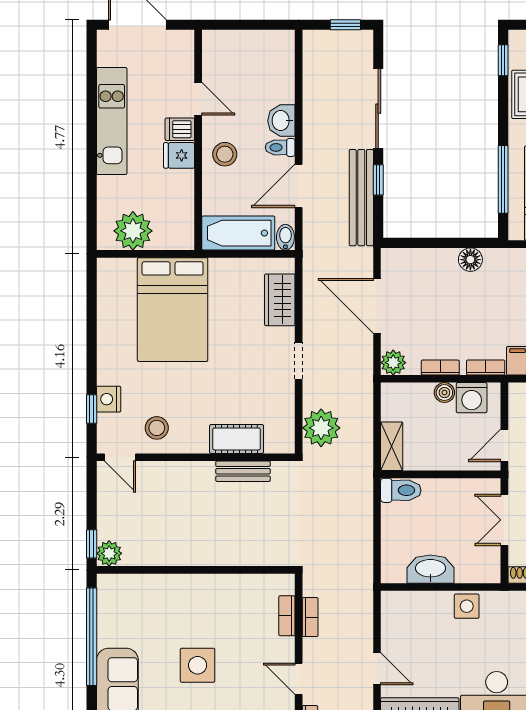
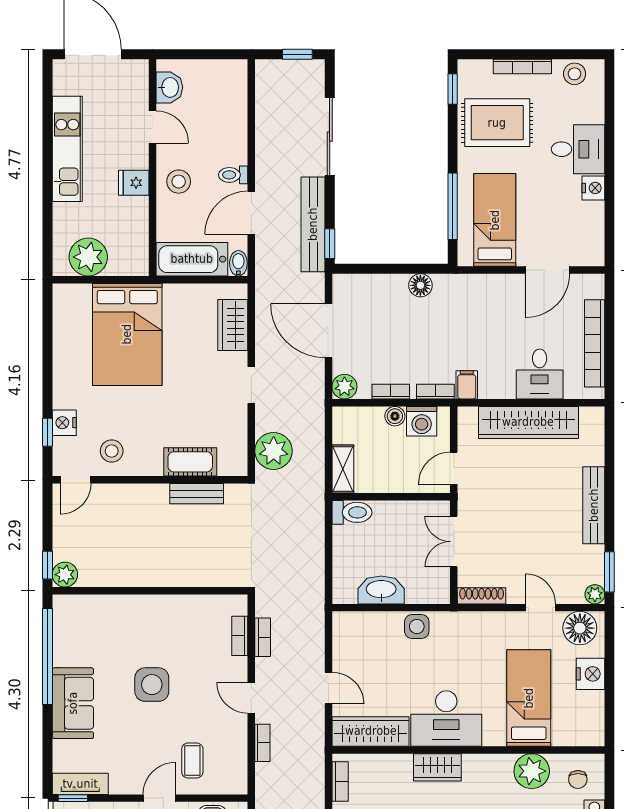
washbasin: (281, 121) -> (169, 87), moved, turned 180
dishwasher: (180, 129) -> (134, 157), removed
window: (378, 180) -> (330, 244), moved
door: (120, 457) -> (75, 480), hinge flipped

